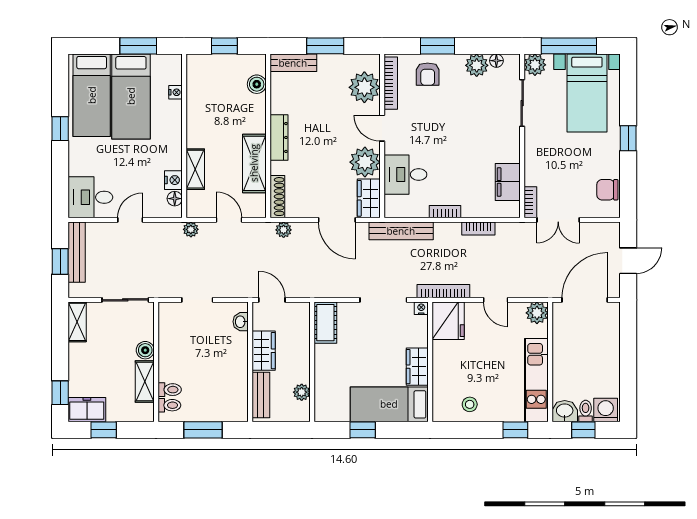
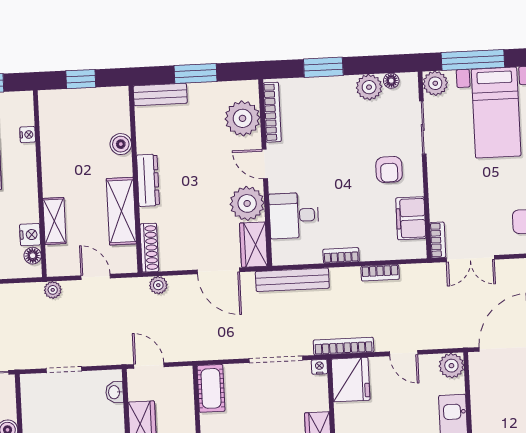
armchair: (428, 74) -> (389, 170), moved
boiler: (257, 84) -> (121, 144), moved

